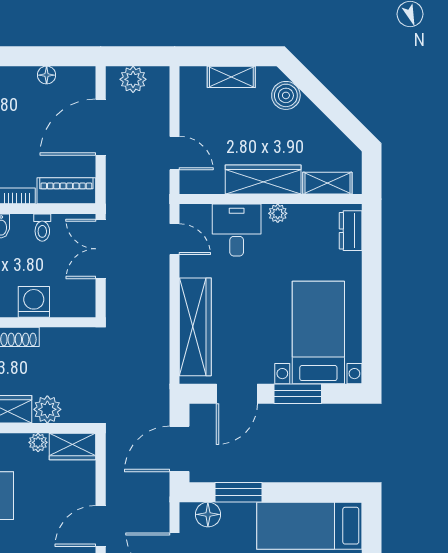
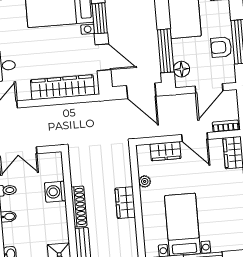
plant: (47, 409) -> (123, 177), removed
wardrobe: (73, 447) -> (166, 151), moved, turned 90
window: (239, 492) -> (166, 51), width x1.44

